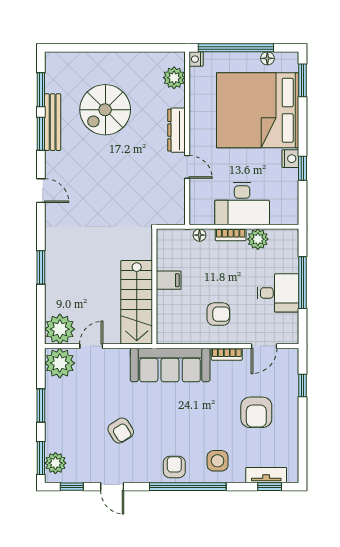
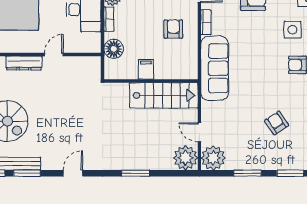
floor lamp: (200, 235) -> (114, 49), width x1.89, depth x1.89
armchair: (121, 431) -> (277, 123), moved, turned -92
plant: (55, 463) -> (294, 161), removed

